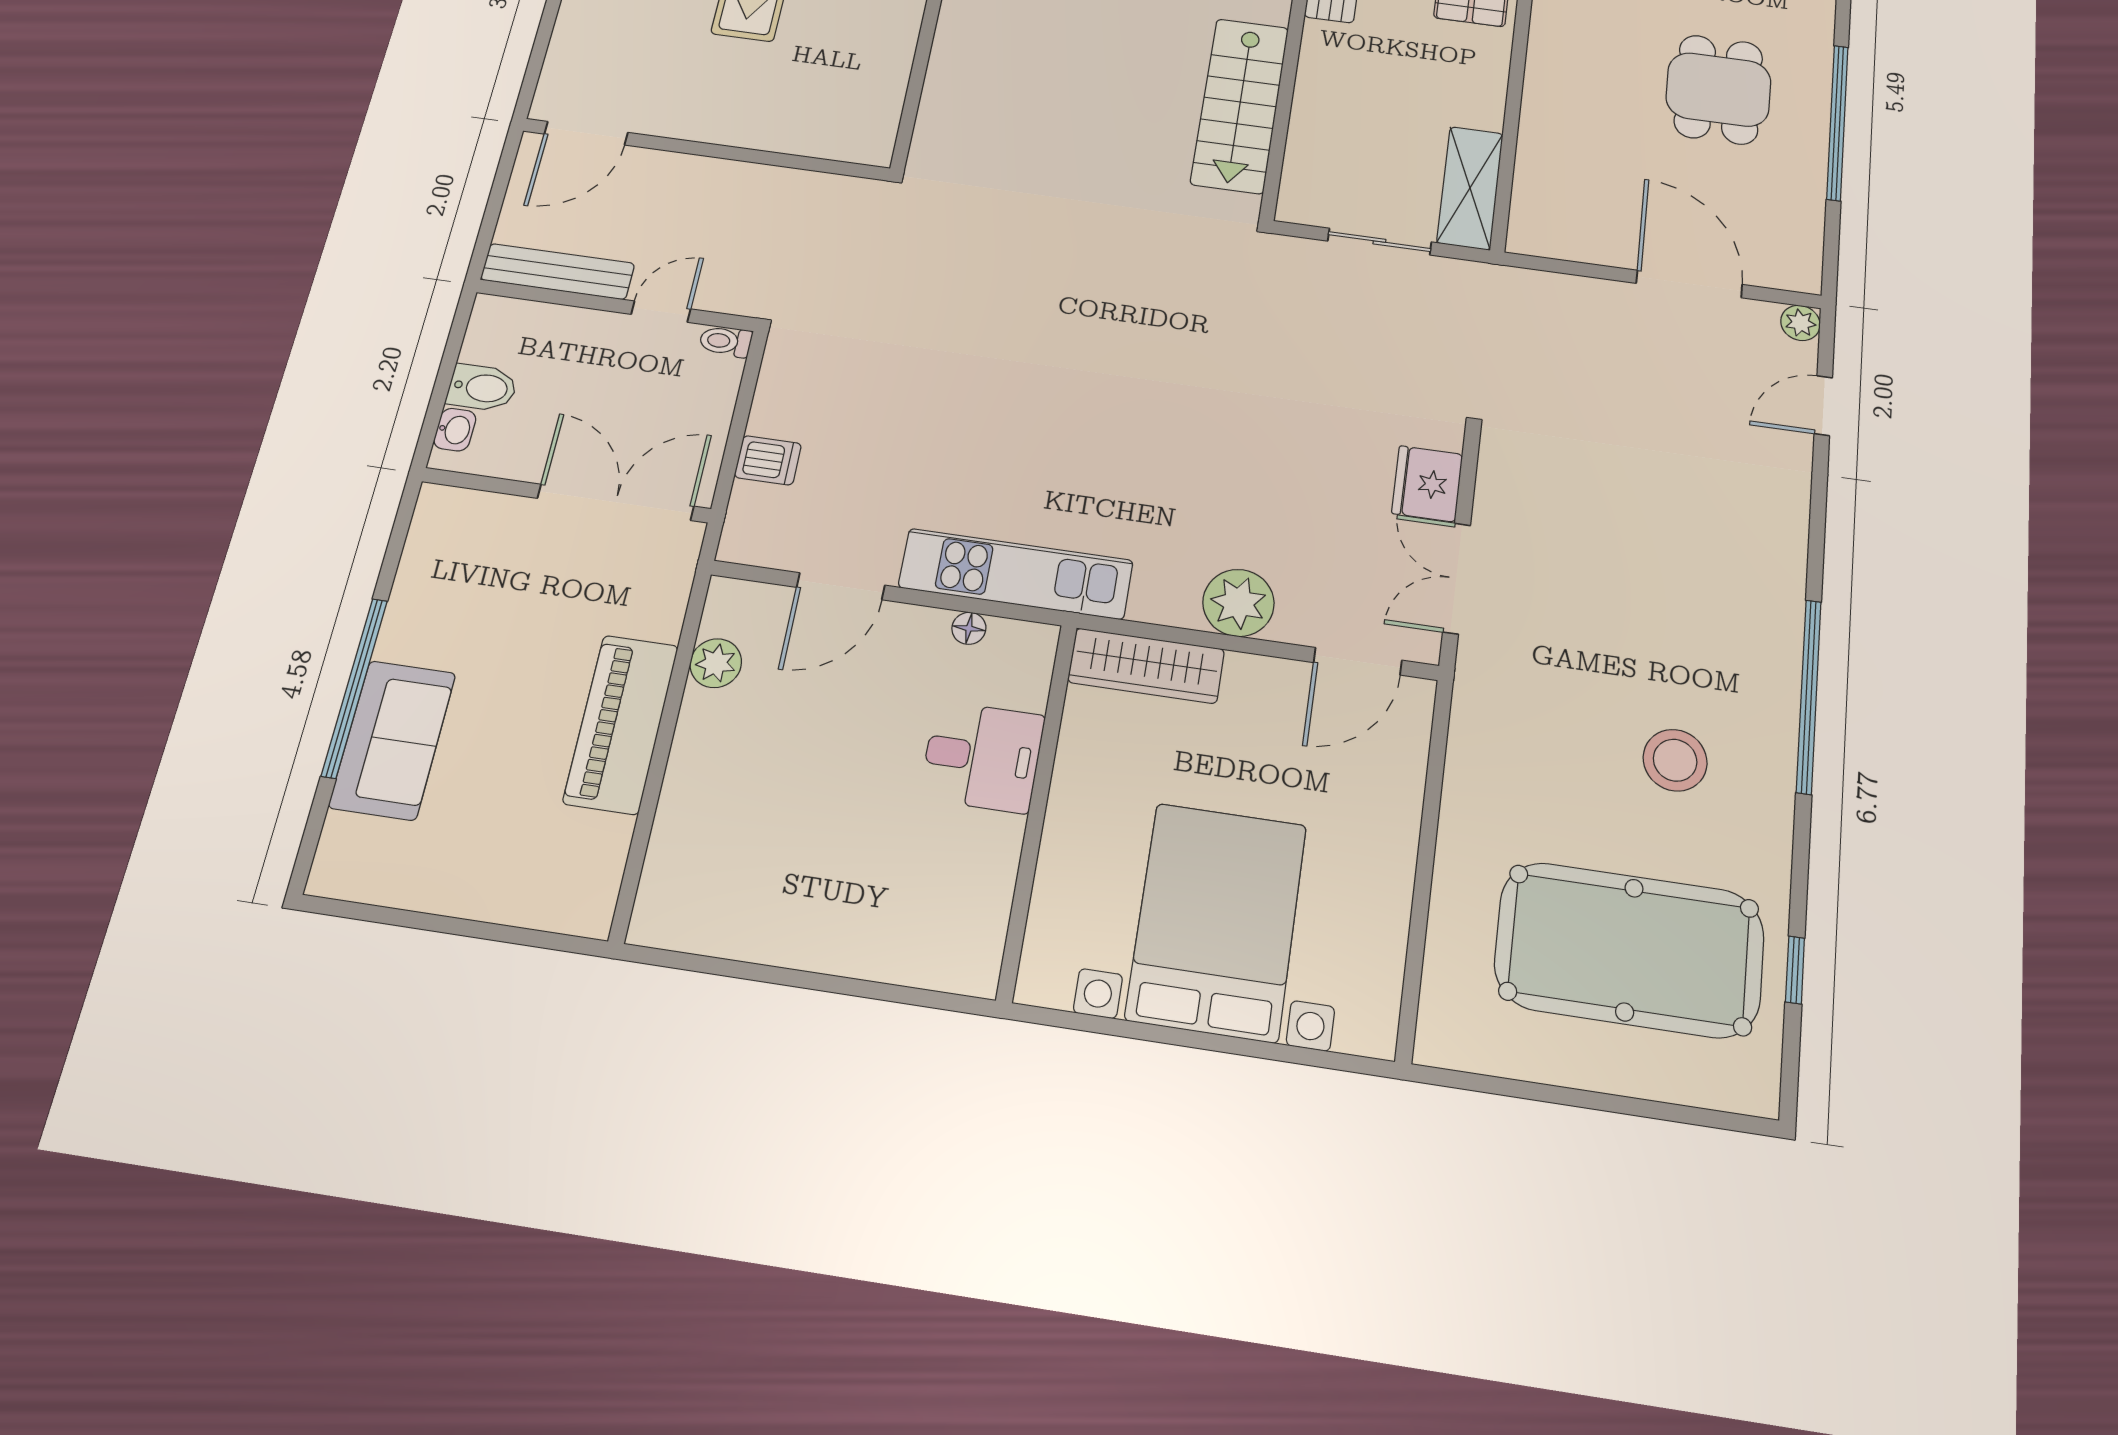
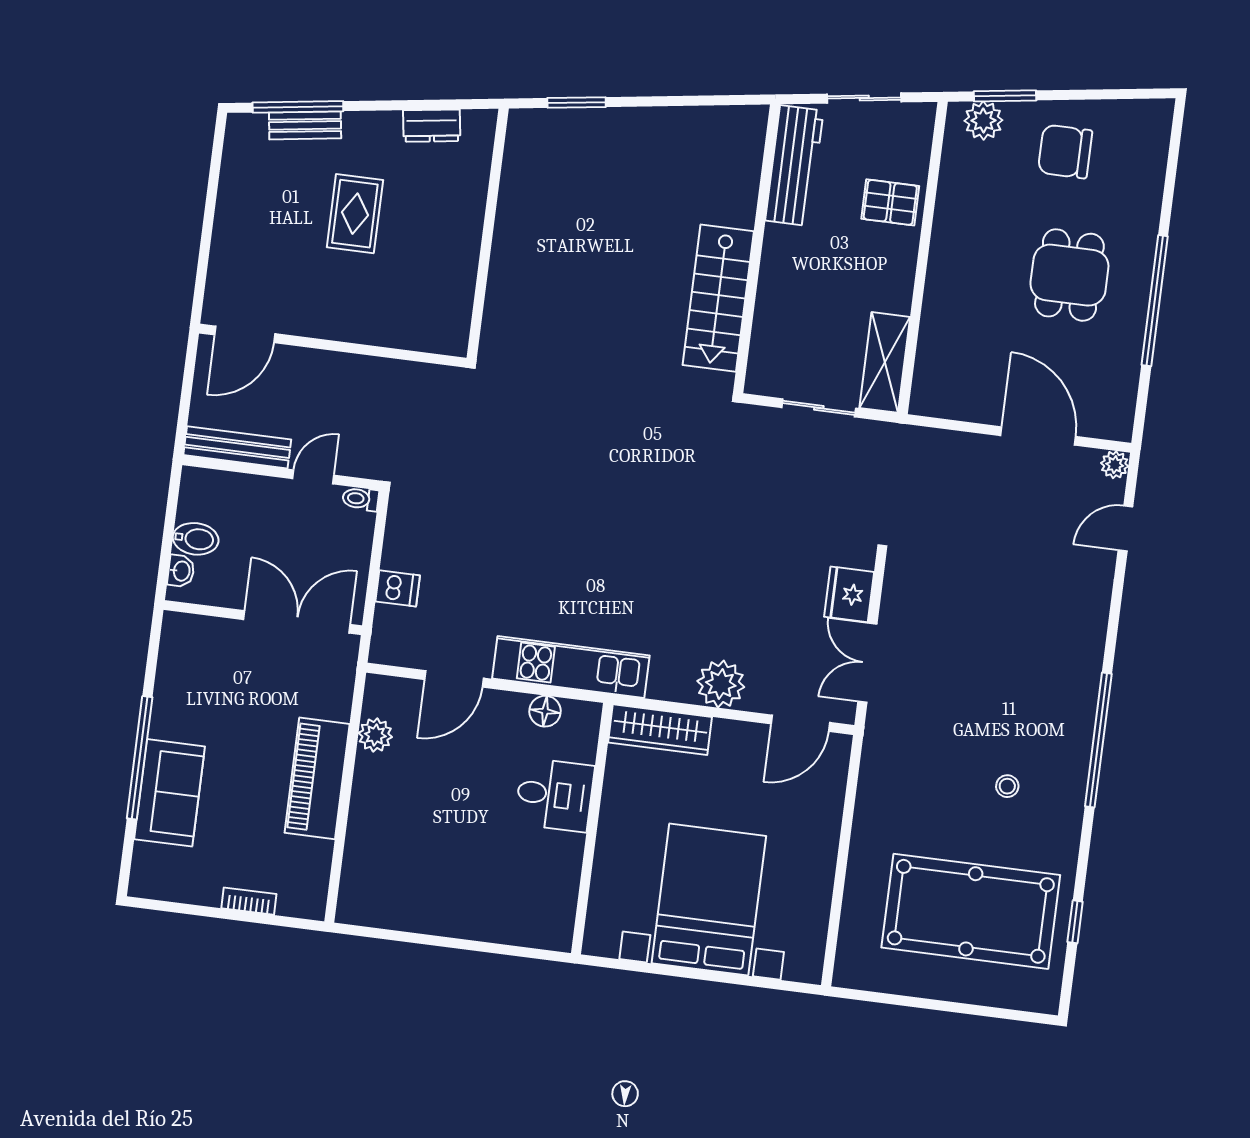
floor lamp: (969, 628) -> (545, 711), width x1.37, depth x1.37
stool: (1675, 760) -> (1007, 786), width x0.53, depth x0.53
bookcase: (493, 907) -> (249, 901), added

